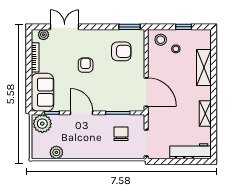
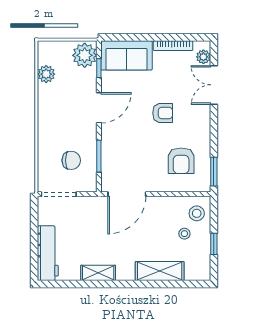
double door: (65, 27) -> (214, 85), swing flipped

